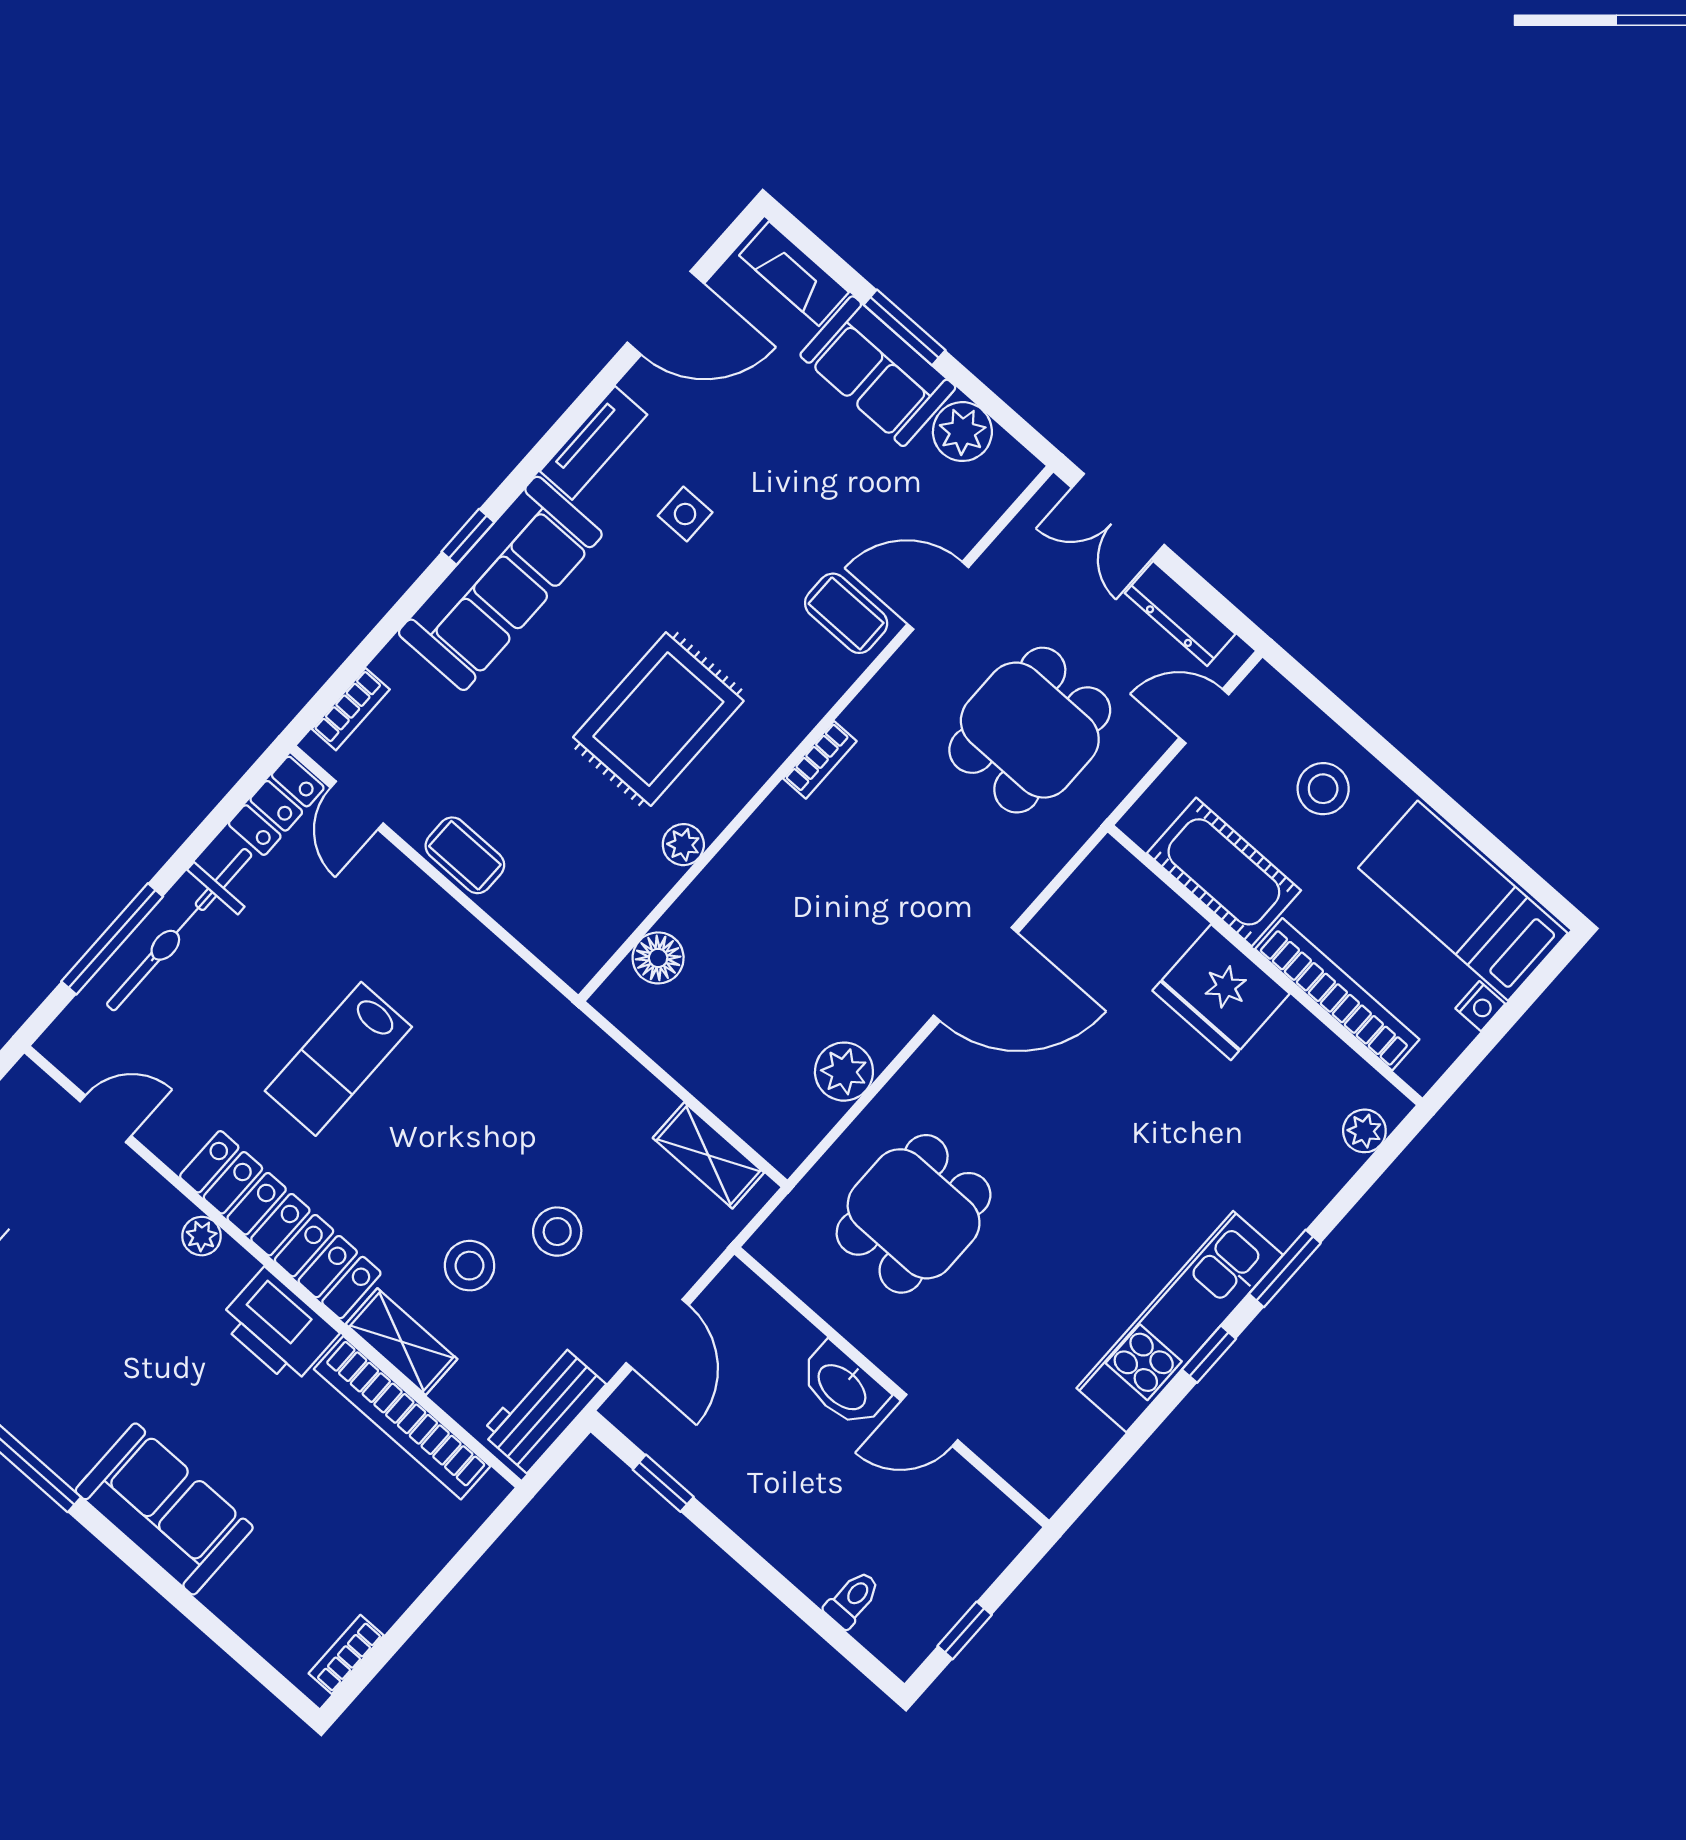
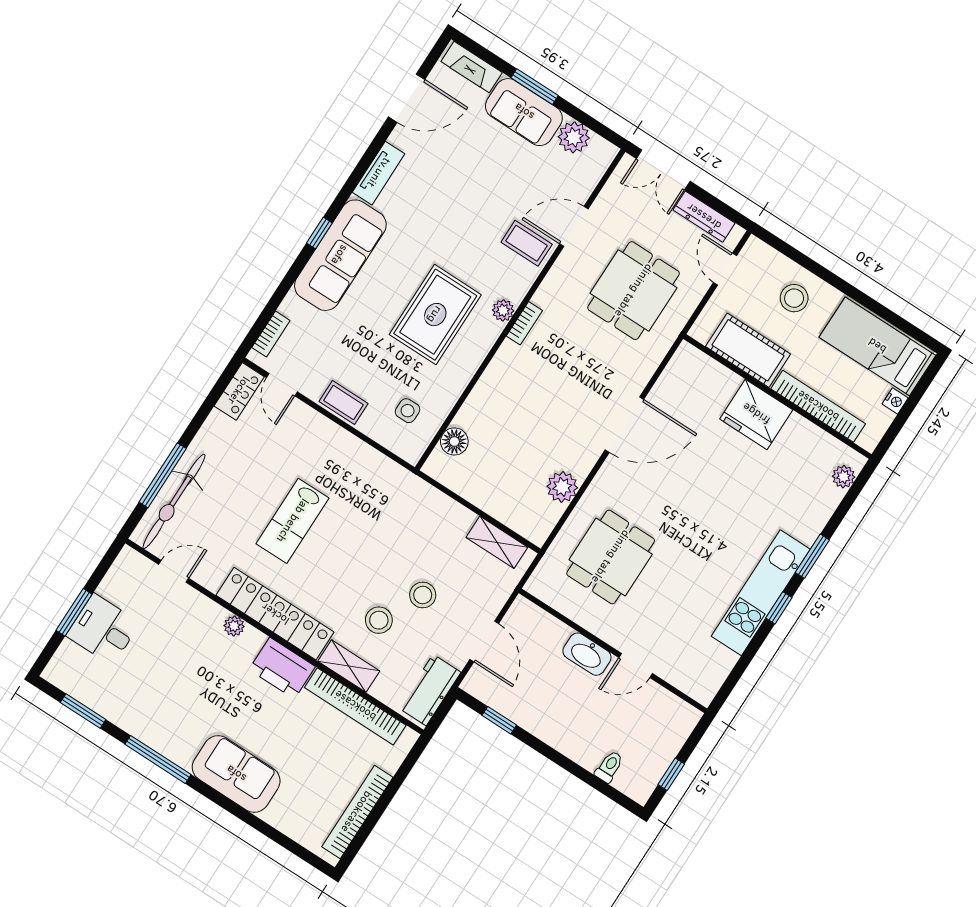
side table: (685, 514) -> (408, 411), moved
door: (1204, 716) -> (725, 269), hinge flipped
plant: (683, 845) -> (503, 310), moved
bicycle: (179, 930) -> (174, 501), moved
bookcase: (346, 1654) -> (357, 812), width x2.31, depth x1.31

